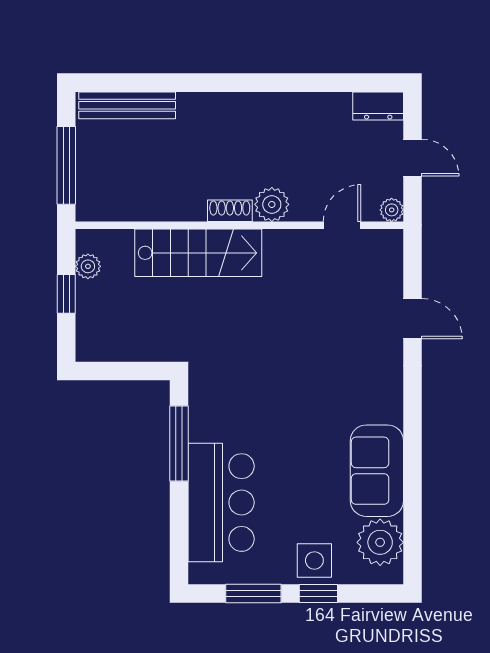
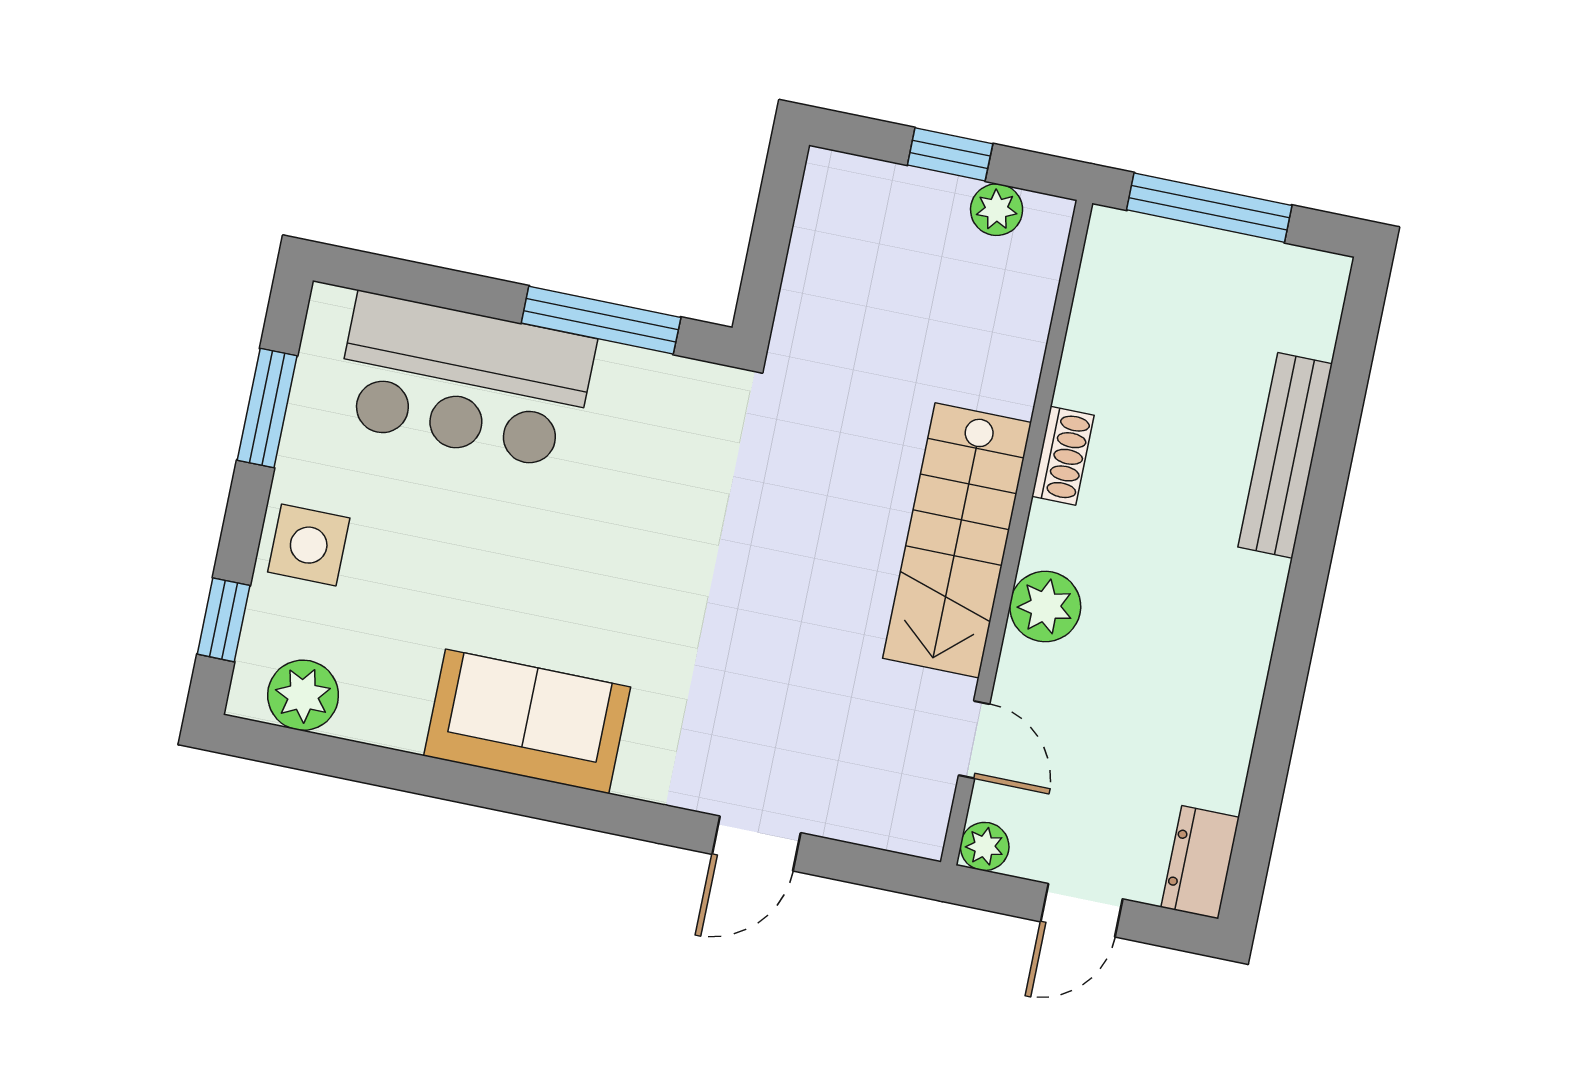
bench: (127, 105) -> (1285, 455), moved
shoe rack: (230, 211) -> (1063, 456), moved
stairs: (198, 253) -> (957, 540), moved
sofa: (377, 471) -> (527, 721), moved
plant: (380, 542) -> (303, 695), width x0.73, depth x0.73
window: (318, 594) -> (224, 620), moved

